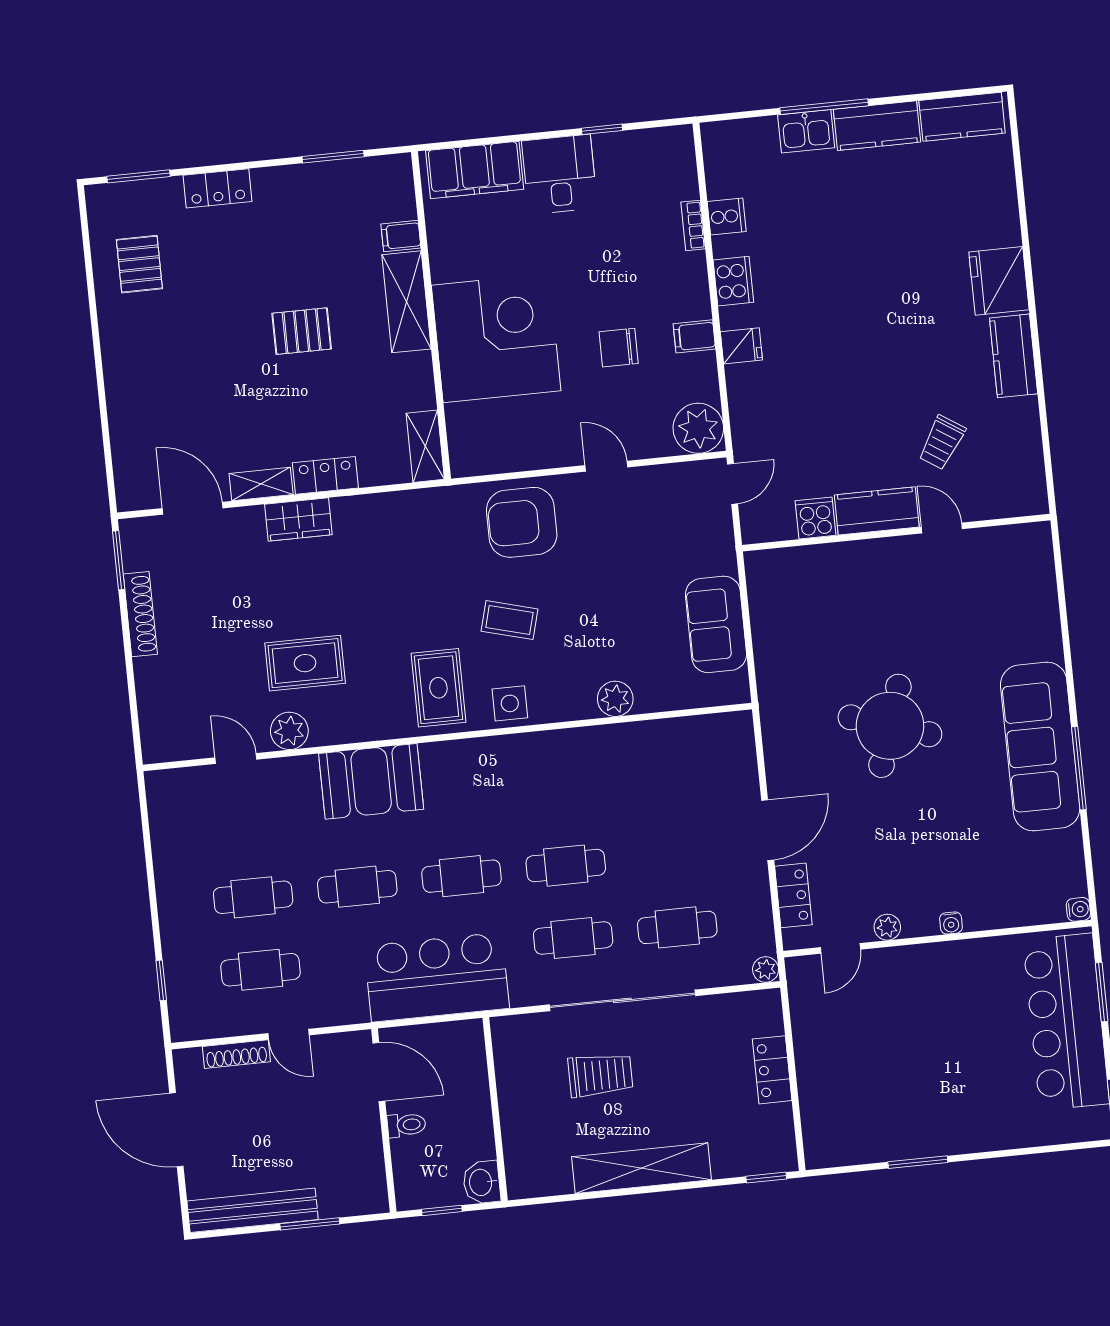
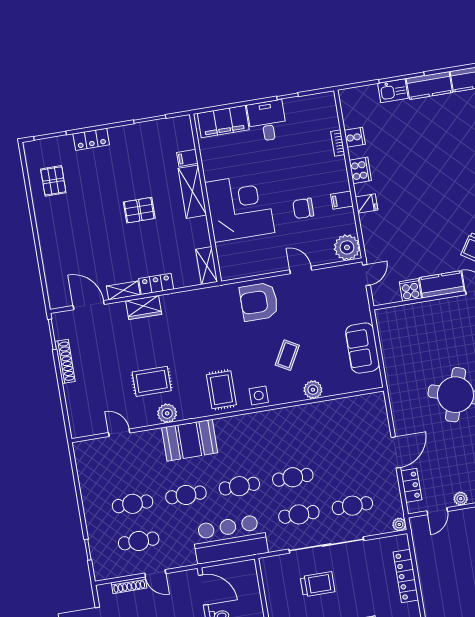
coffee table: (509, 620) -> (287, 355), moved, turned -76
plant: (289, 731) -> (167, 413), moved
locker: (772, 1070) -> (406, 576), width x1.53

